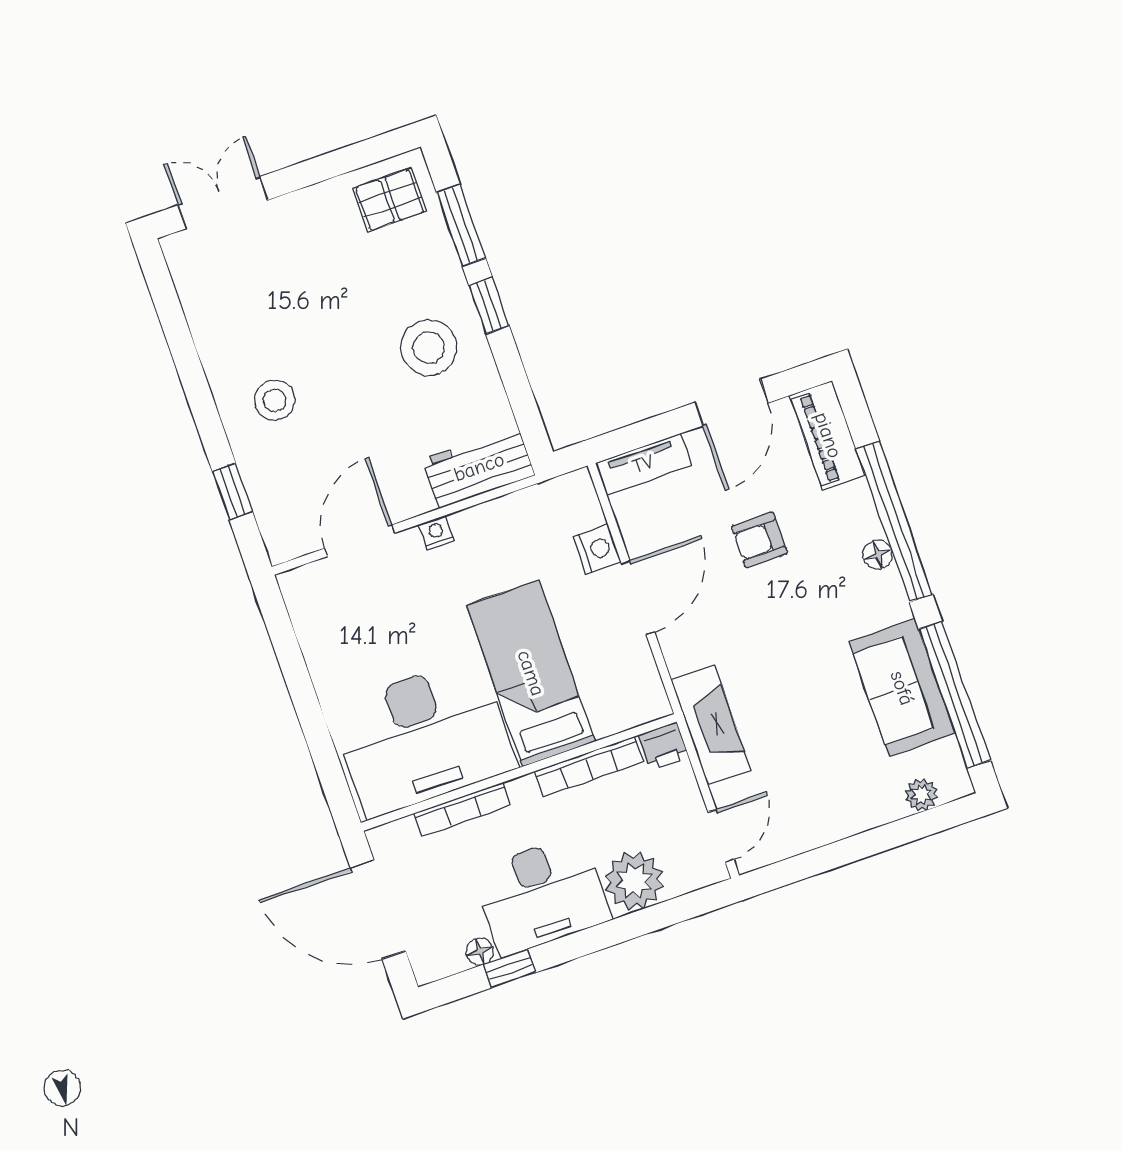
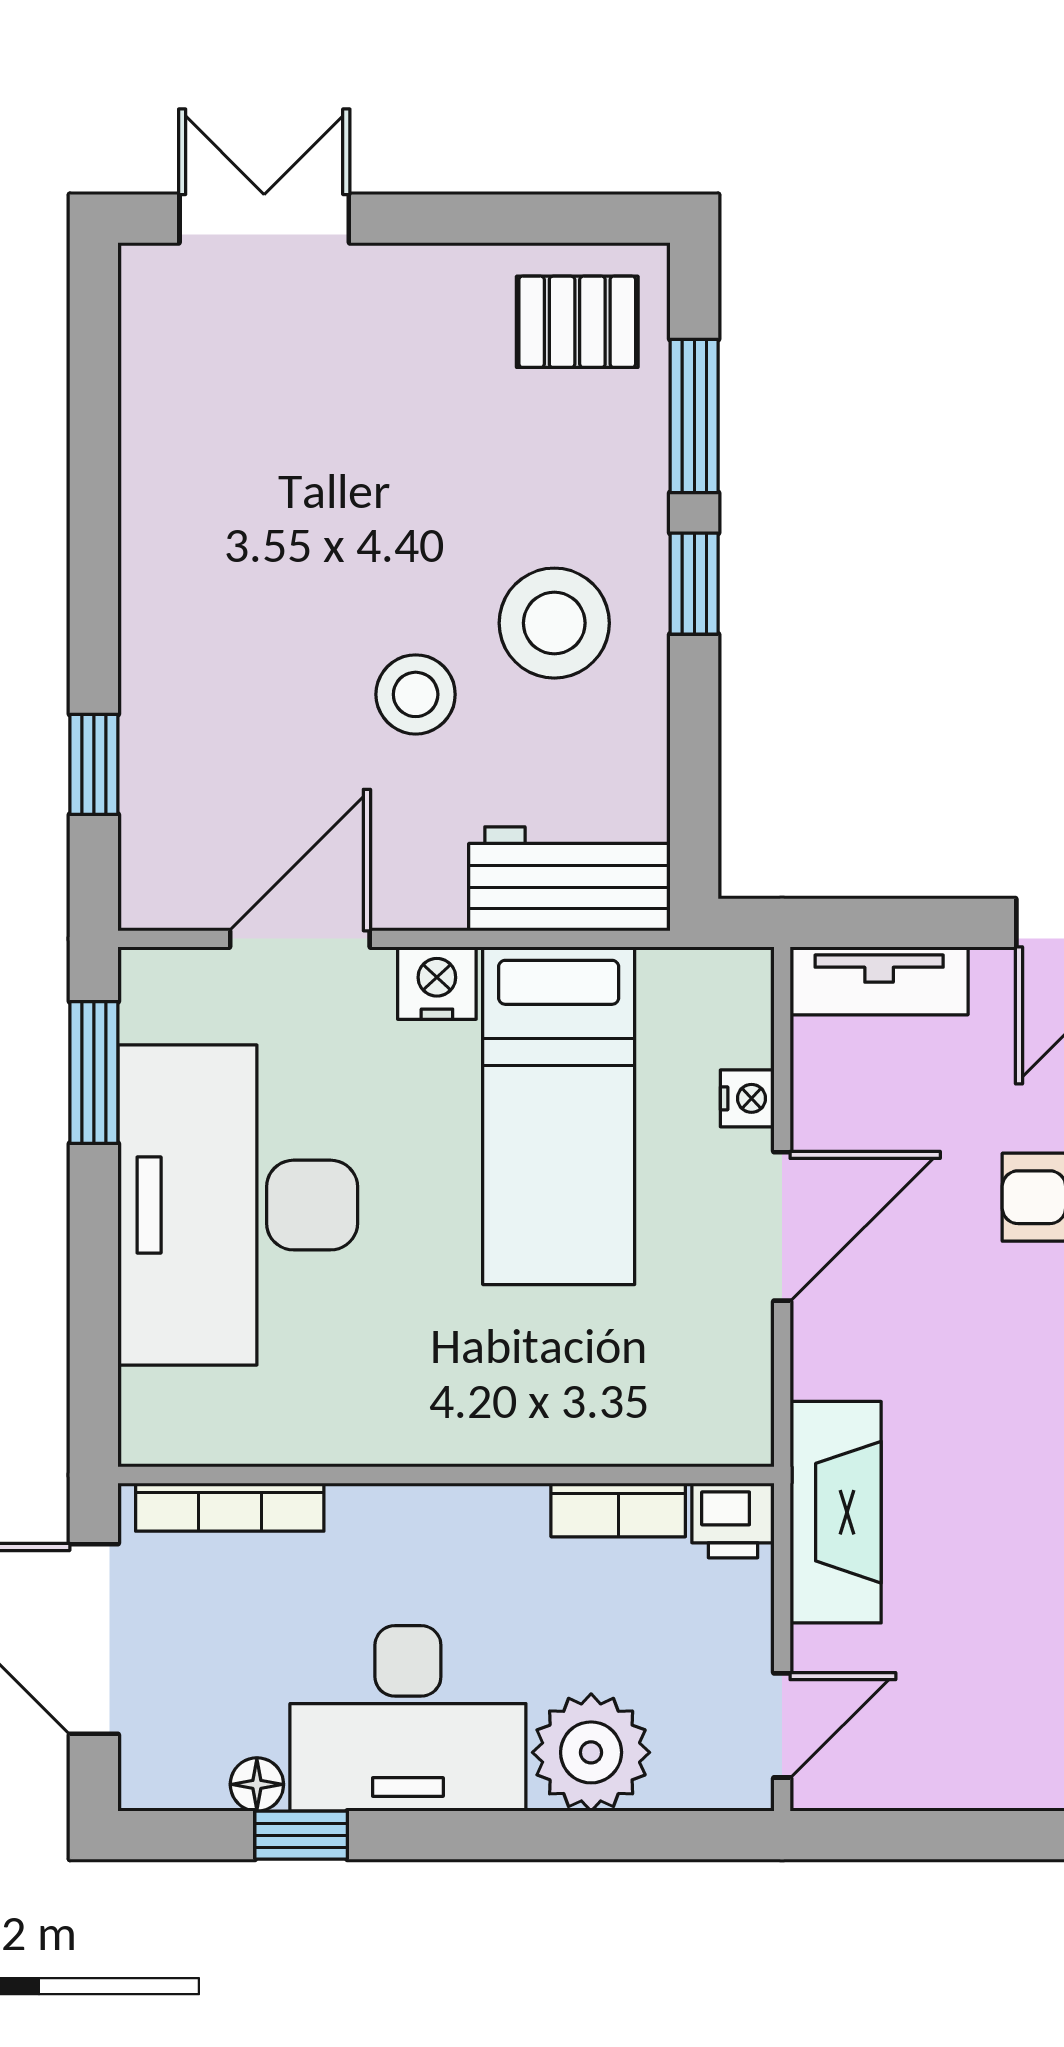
stool: (275, 400) -> (416, 694), moved
nightstand: (436, 533) -> (437, 983), width x1.39, depth x1.35
nightstand: (597, 549) -> (747, 1098), width x0.72, depth x0.74
window: (284, 639) -> (94, 1073), added
bed: (531, 673) -> (559, 1116), moved, turned 180
desk: (423, 737) -> (238, 1205), moved, turned 90
bookcase: (589, 767) -> (618, 1510), width x0.64
bookcase: (462, 809) -> (230, 1507), moved

